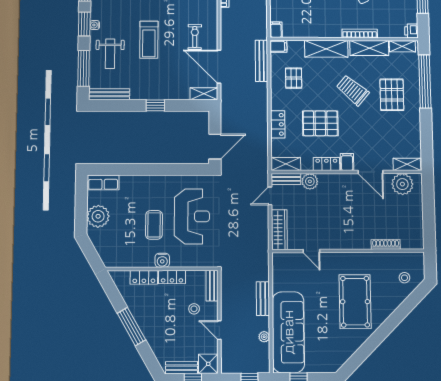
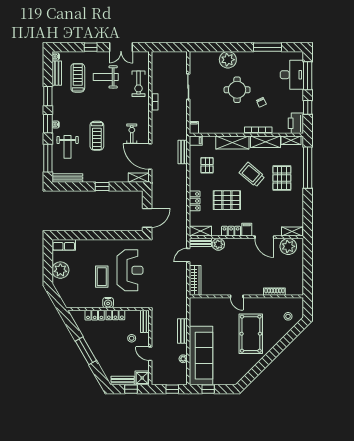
printer: (411, 31) -> (296, 123), width x1.87, depth x1.48
bench: (262, 61) -> (183, 152), width x0.73
door: (311, 251) -> (237, 296), moved

